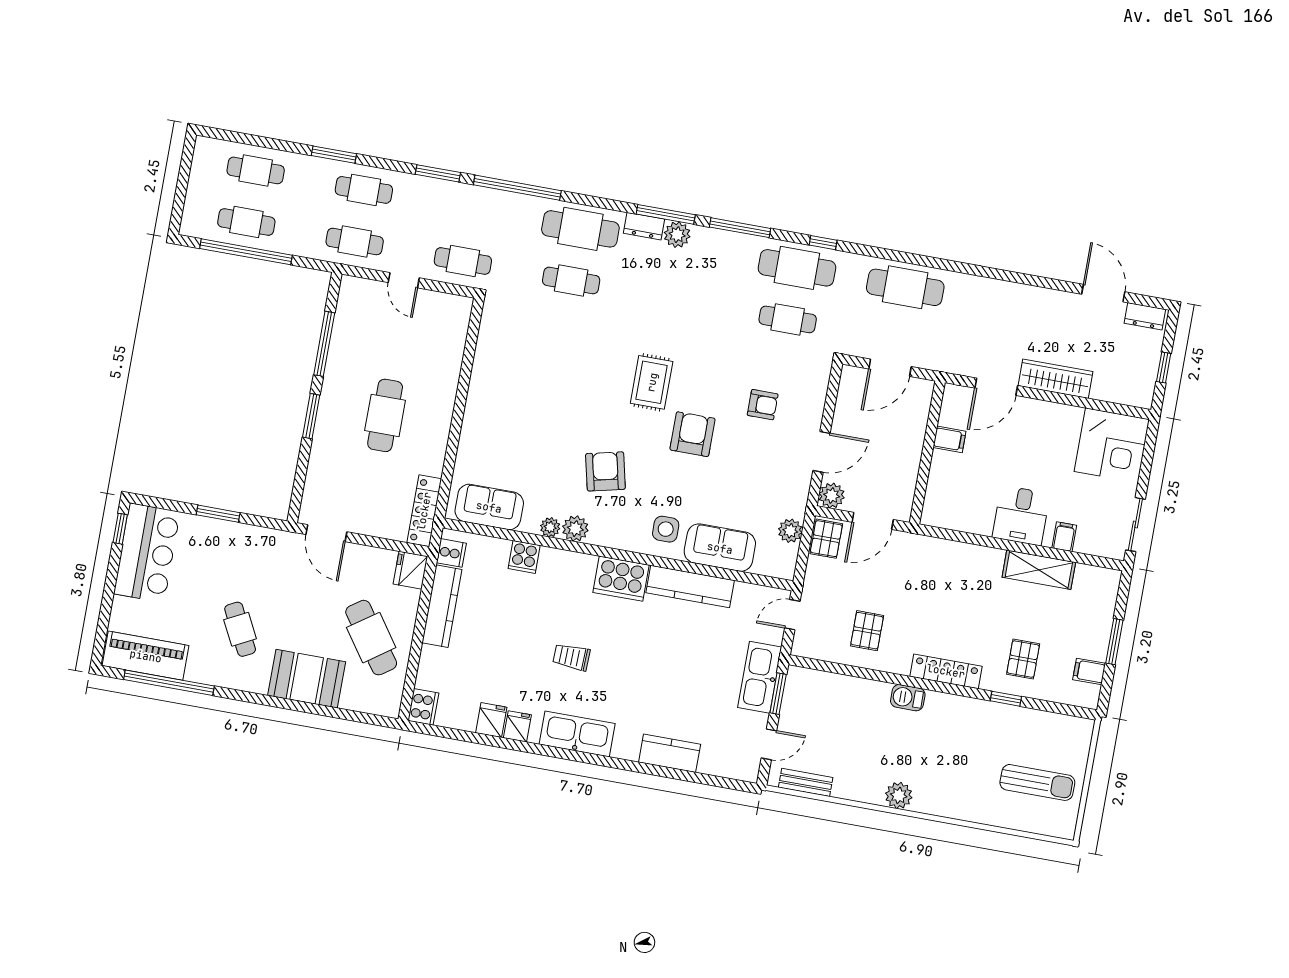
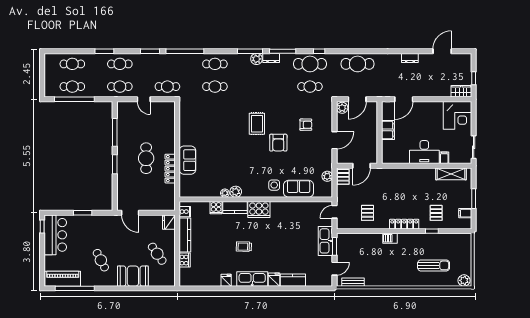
dresser: (644, 226) -> (271, 58), moved
cafe table: (580, 229) -> (215, 64), width x0.73, depth x0.74
door: (1103, 293) -> (442, 51), hinge flipped
dresser: (1145, 316) -> (410, 58), moved
wardrobe: (1055, 379) -> (461, 91), moved, width x0.67
armchair: (692, 434) -> (278, 143), turned 180
filing cabinet: (949, 439) -> (388, 130), width x2.00
armchair: (605, 471) -> (244, 165), removed
plant: (832, 496) -> (342, 108), moved
sofa: (489, 507) -> (187, 160), moved, turned 90
locker: (424, 511) -> (170, 169), moved
desk: (1021, 516) -> (424, 152), width x1.37
shelving: (1039, 570) -> (451, 174), moved
kitchen counter: (690, 586) -> (235, 208), moved, width x0.67
cafe table: (371, 638) -> (157, 254), width x0.73, depth x0.74
cooker: (423, 707) -> (185, 260), moved
fridge: (491, 720) -> (274, 280), moved
sun lounger: (1037, 782) -> (434, 265), moved
plant: (899, 795) -> (464, 280), moved

